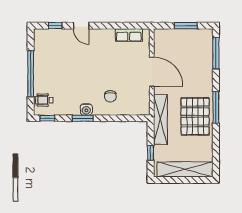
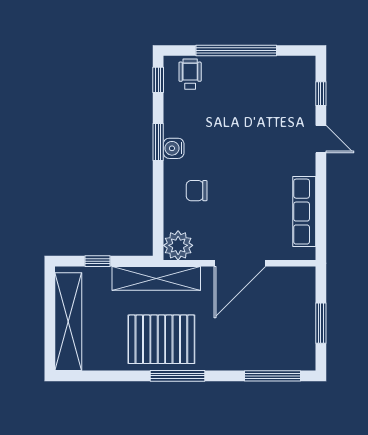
door: (81, 26) -> (321, 139), swing flipped
row of seats: (129, 35) -> (304, 212), width x1.48
plant: (142, 107) -> (178, 245), added

